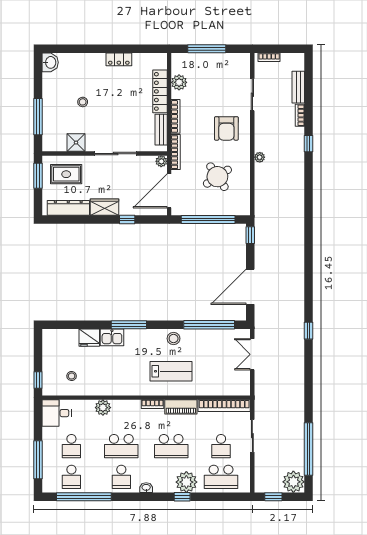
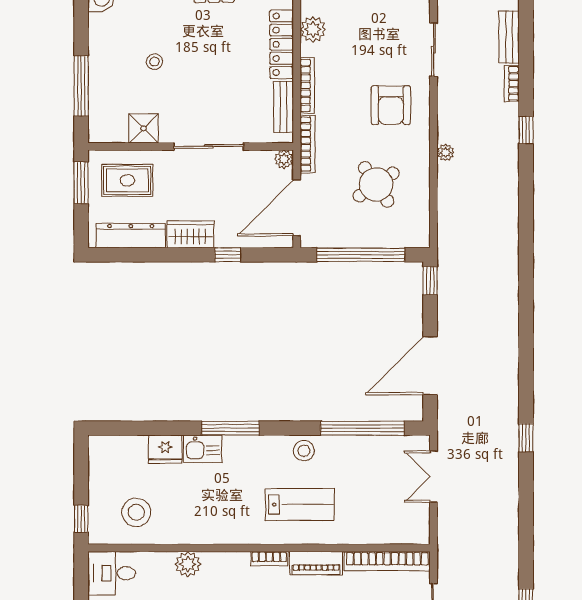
stool: (72, 376) -> (136, 512), width x1.89, depth x1.89

